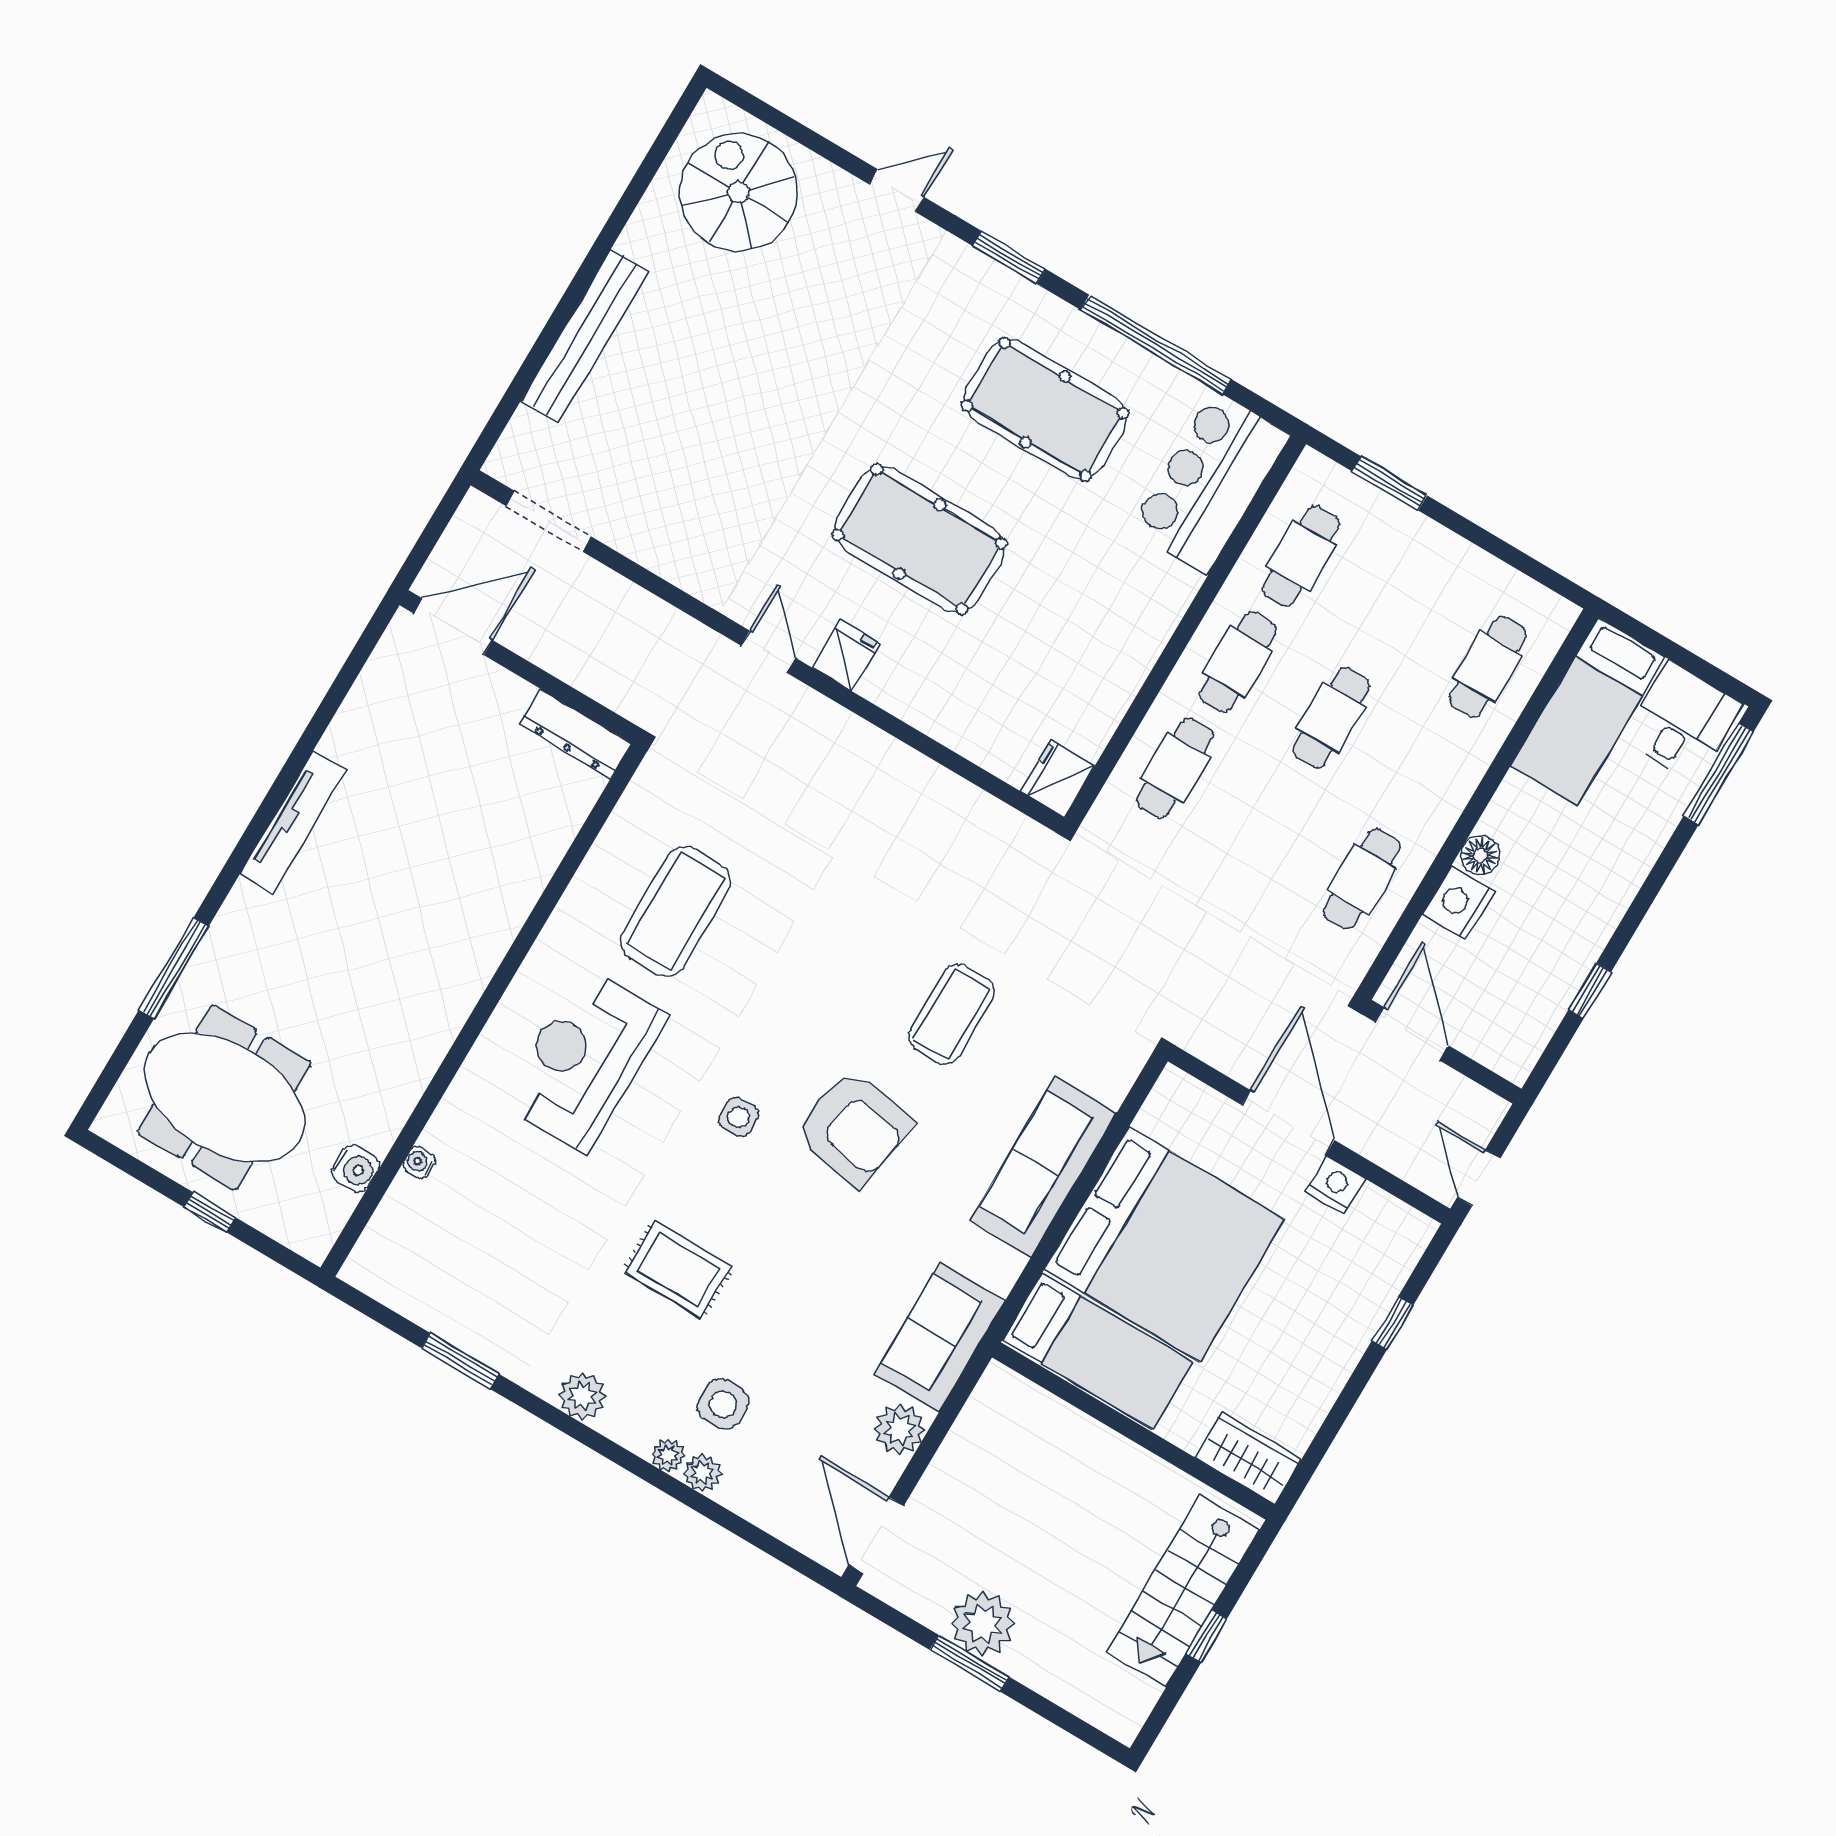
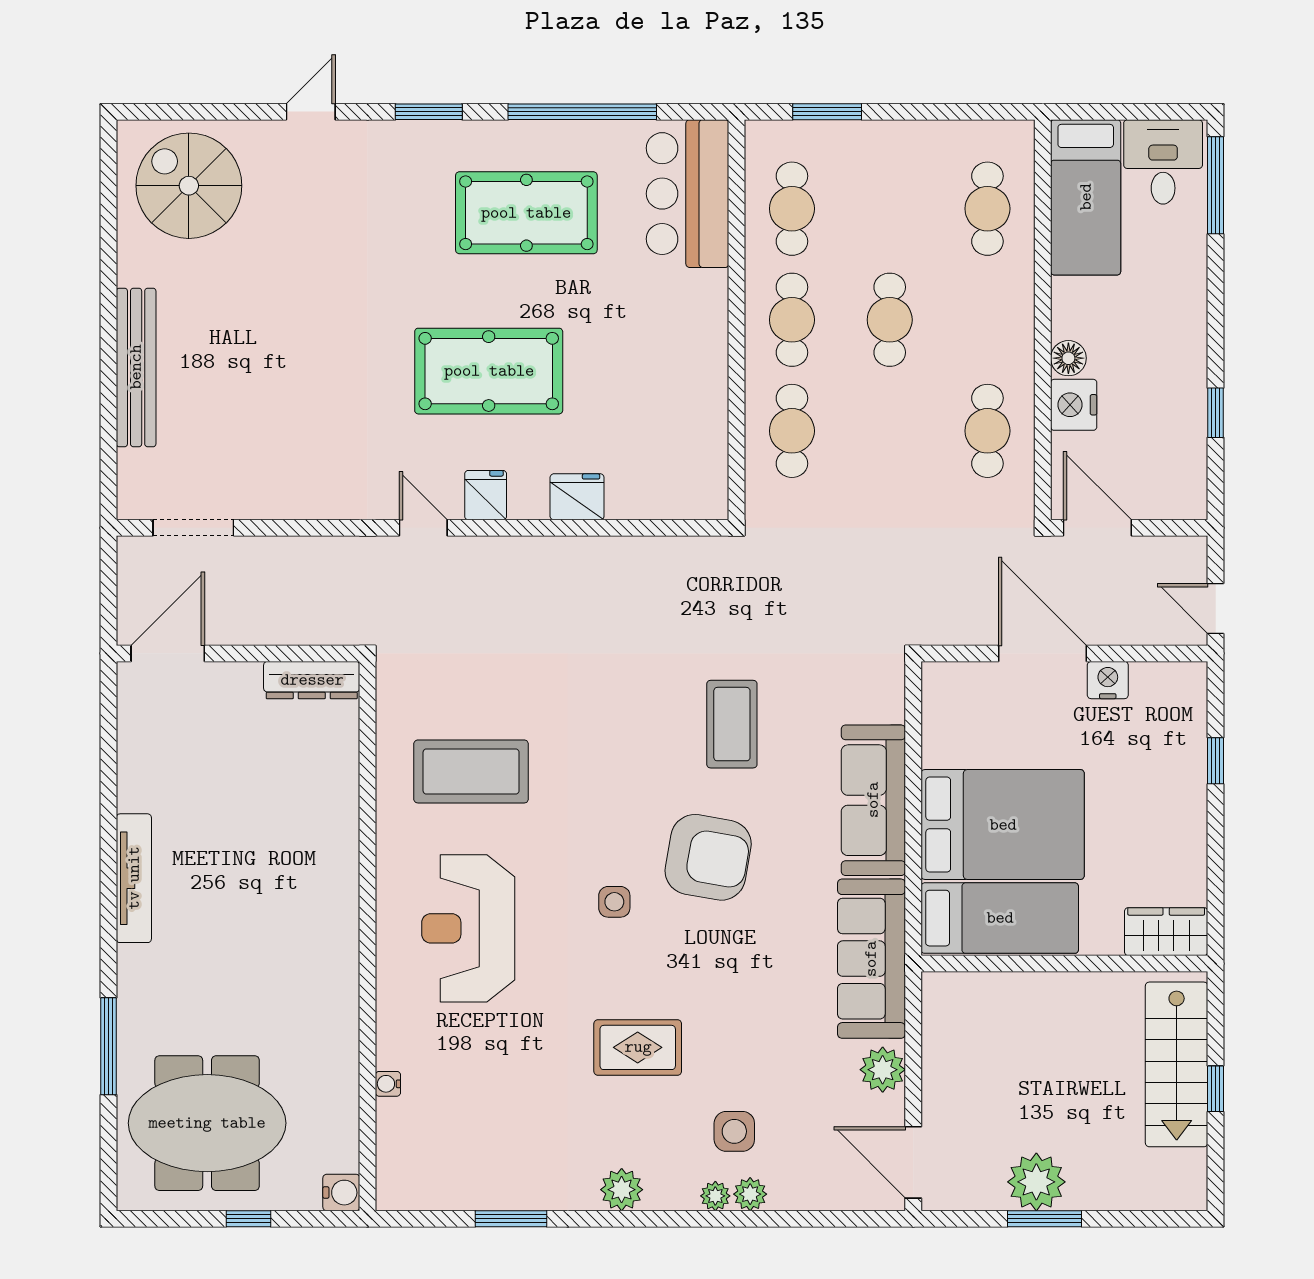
fridge: (1057, 779) -> (577, 497), moved, turned 90
coffee table: (676, 911) -> (471, 771), turned 90
water cooler: (355, 1169) -> (341, 1193), moved
bed: (1164, 1244) -> (1003, 825), width x0.73
sofa: (940, 1337) -> (871, 959), width x1.36

